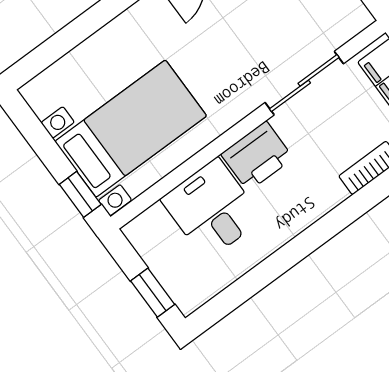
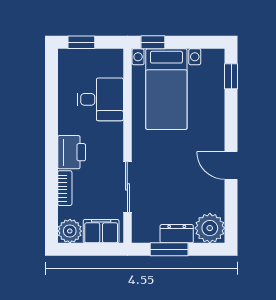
window: (48, 53) -> (231, 76), added
printer: (257, 156) -> (72, 152), moved, turned 180

